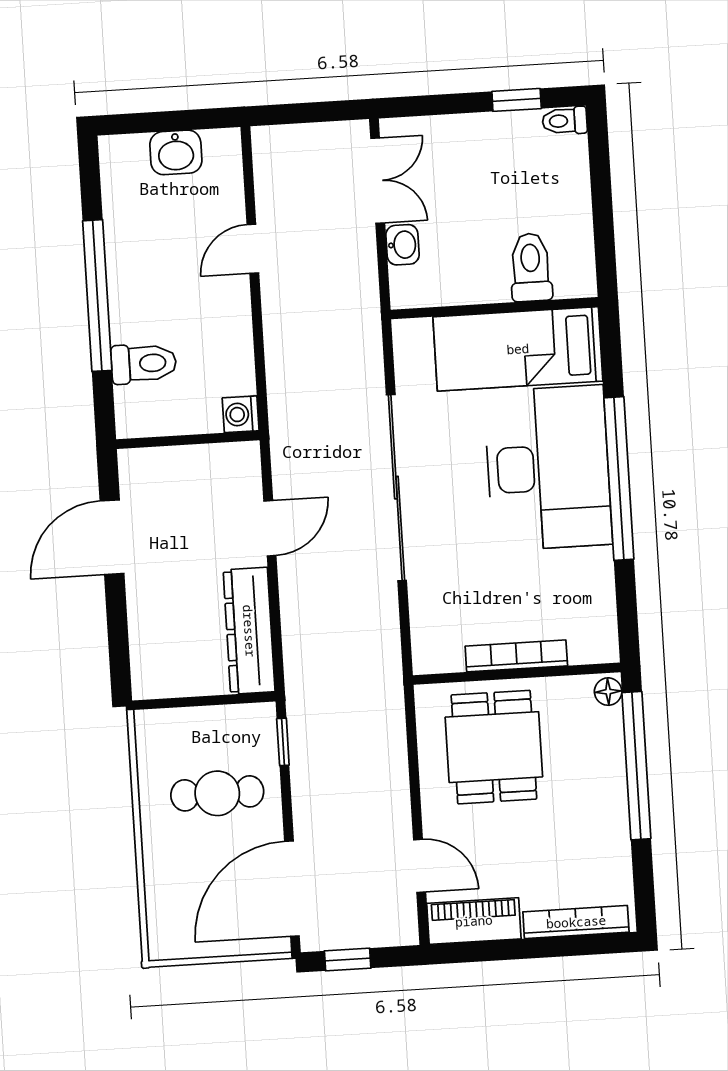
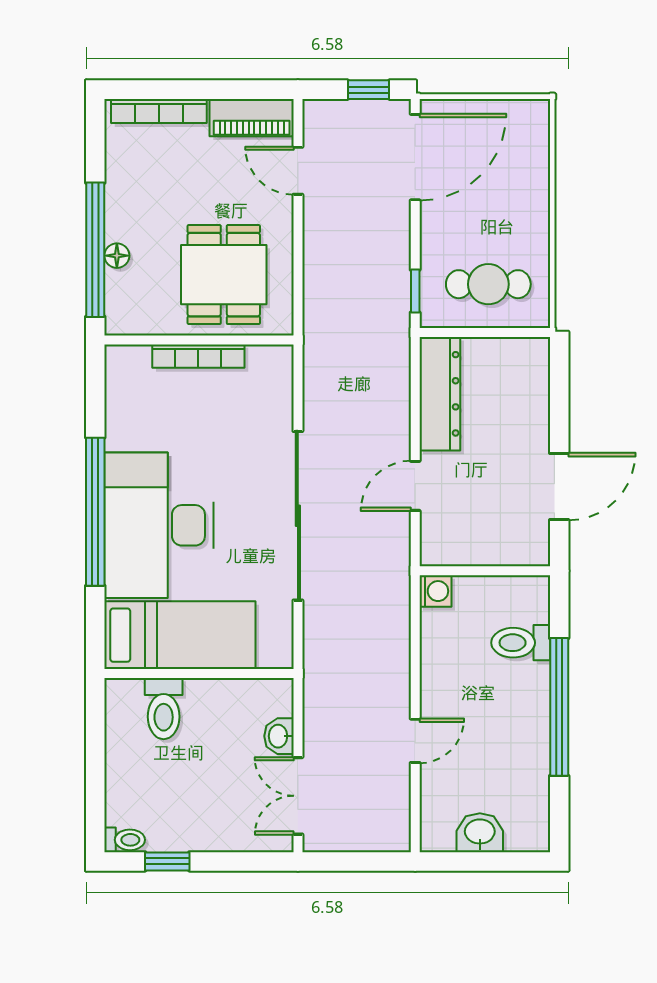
floor lamp: (608, 692) -> (117, 256), moved
cafe table: (217, 793) -> (488, 284), moved

